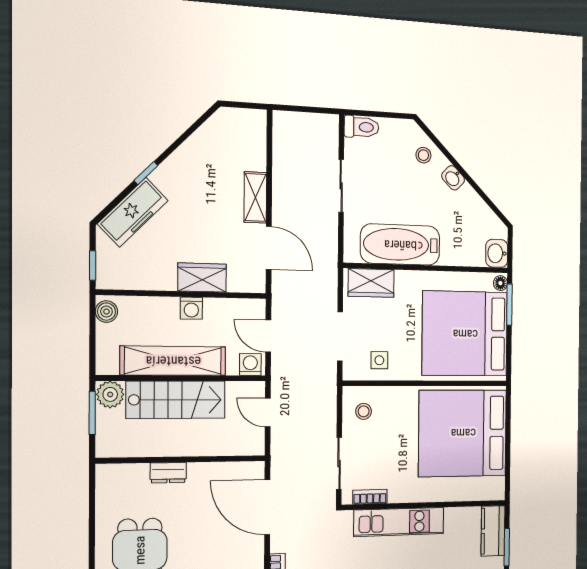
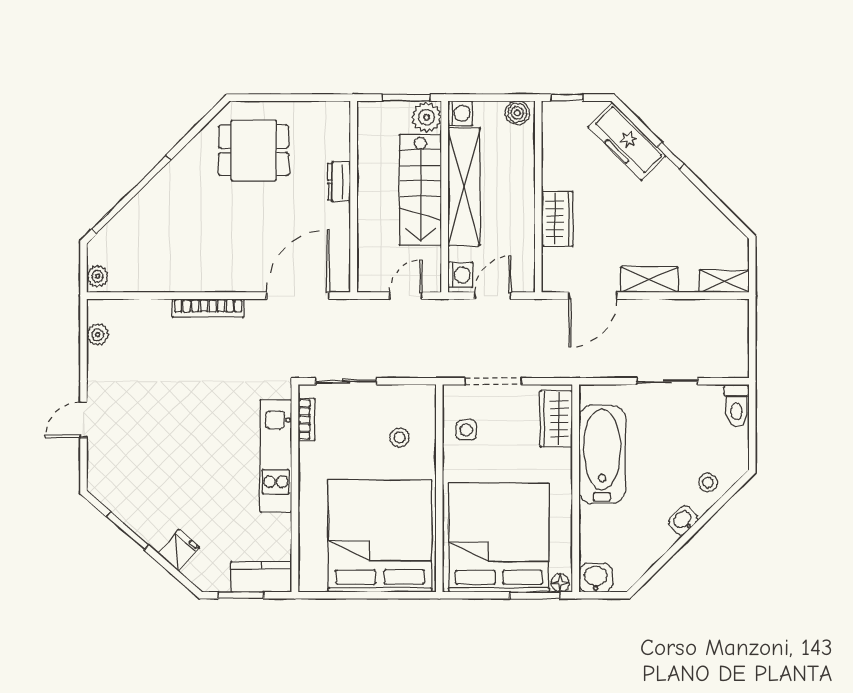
shelving: (257, 131) -> (724, 281), added
washing machine: (191, 308) -> (460, 113), moved, turned 180
stool: (364, 411) -> (400, 438), moved

